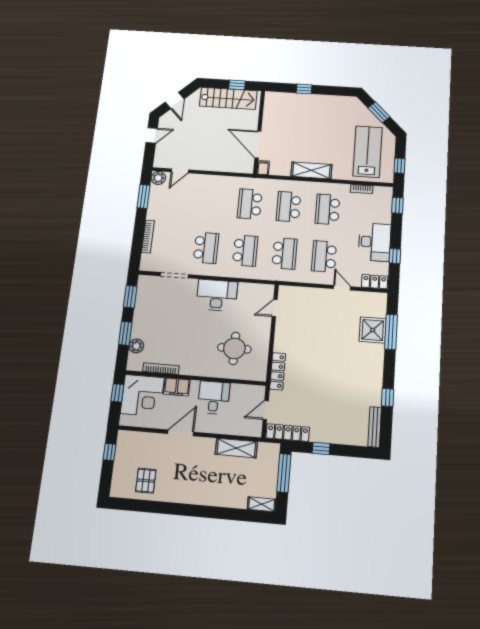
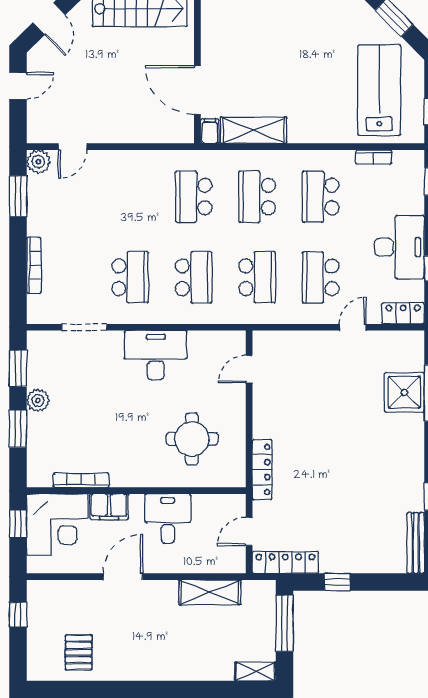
shelving: (311, 170) -> (254, 130), moved
door: (342, 288) -> (353, 327), hinge flipped
plant: (136, 346) -> (38, 400), moved

